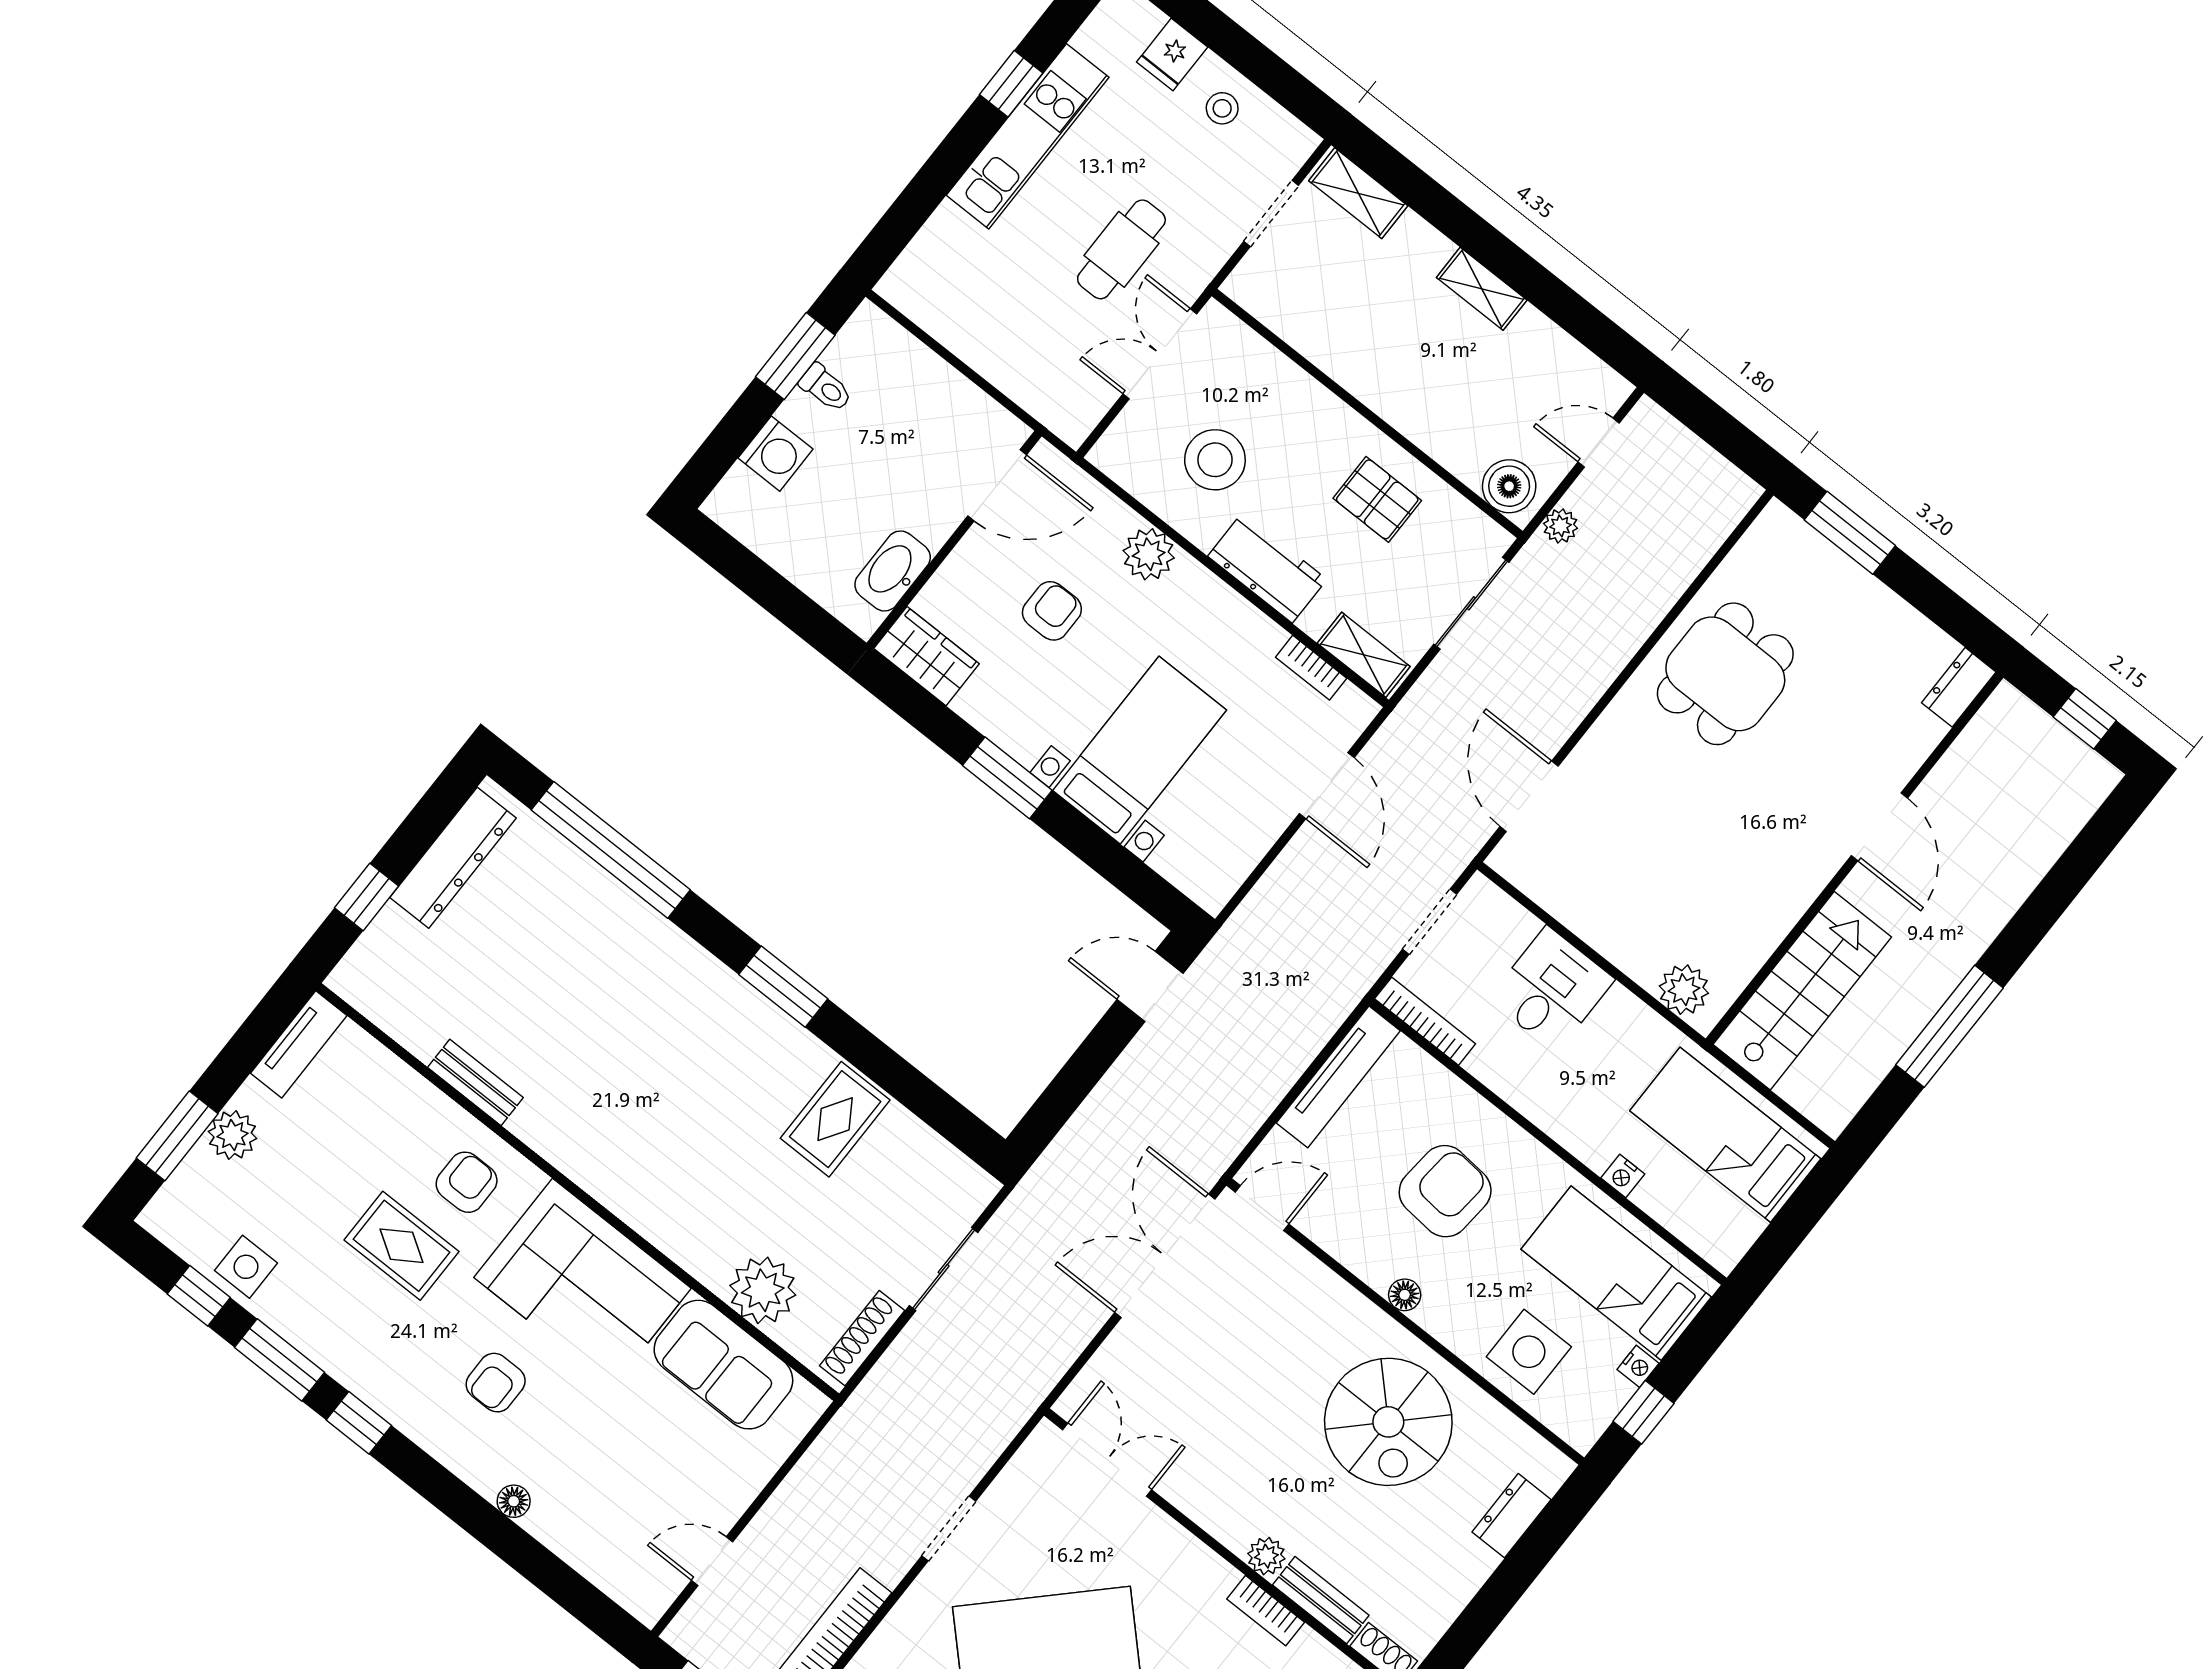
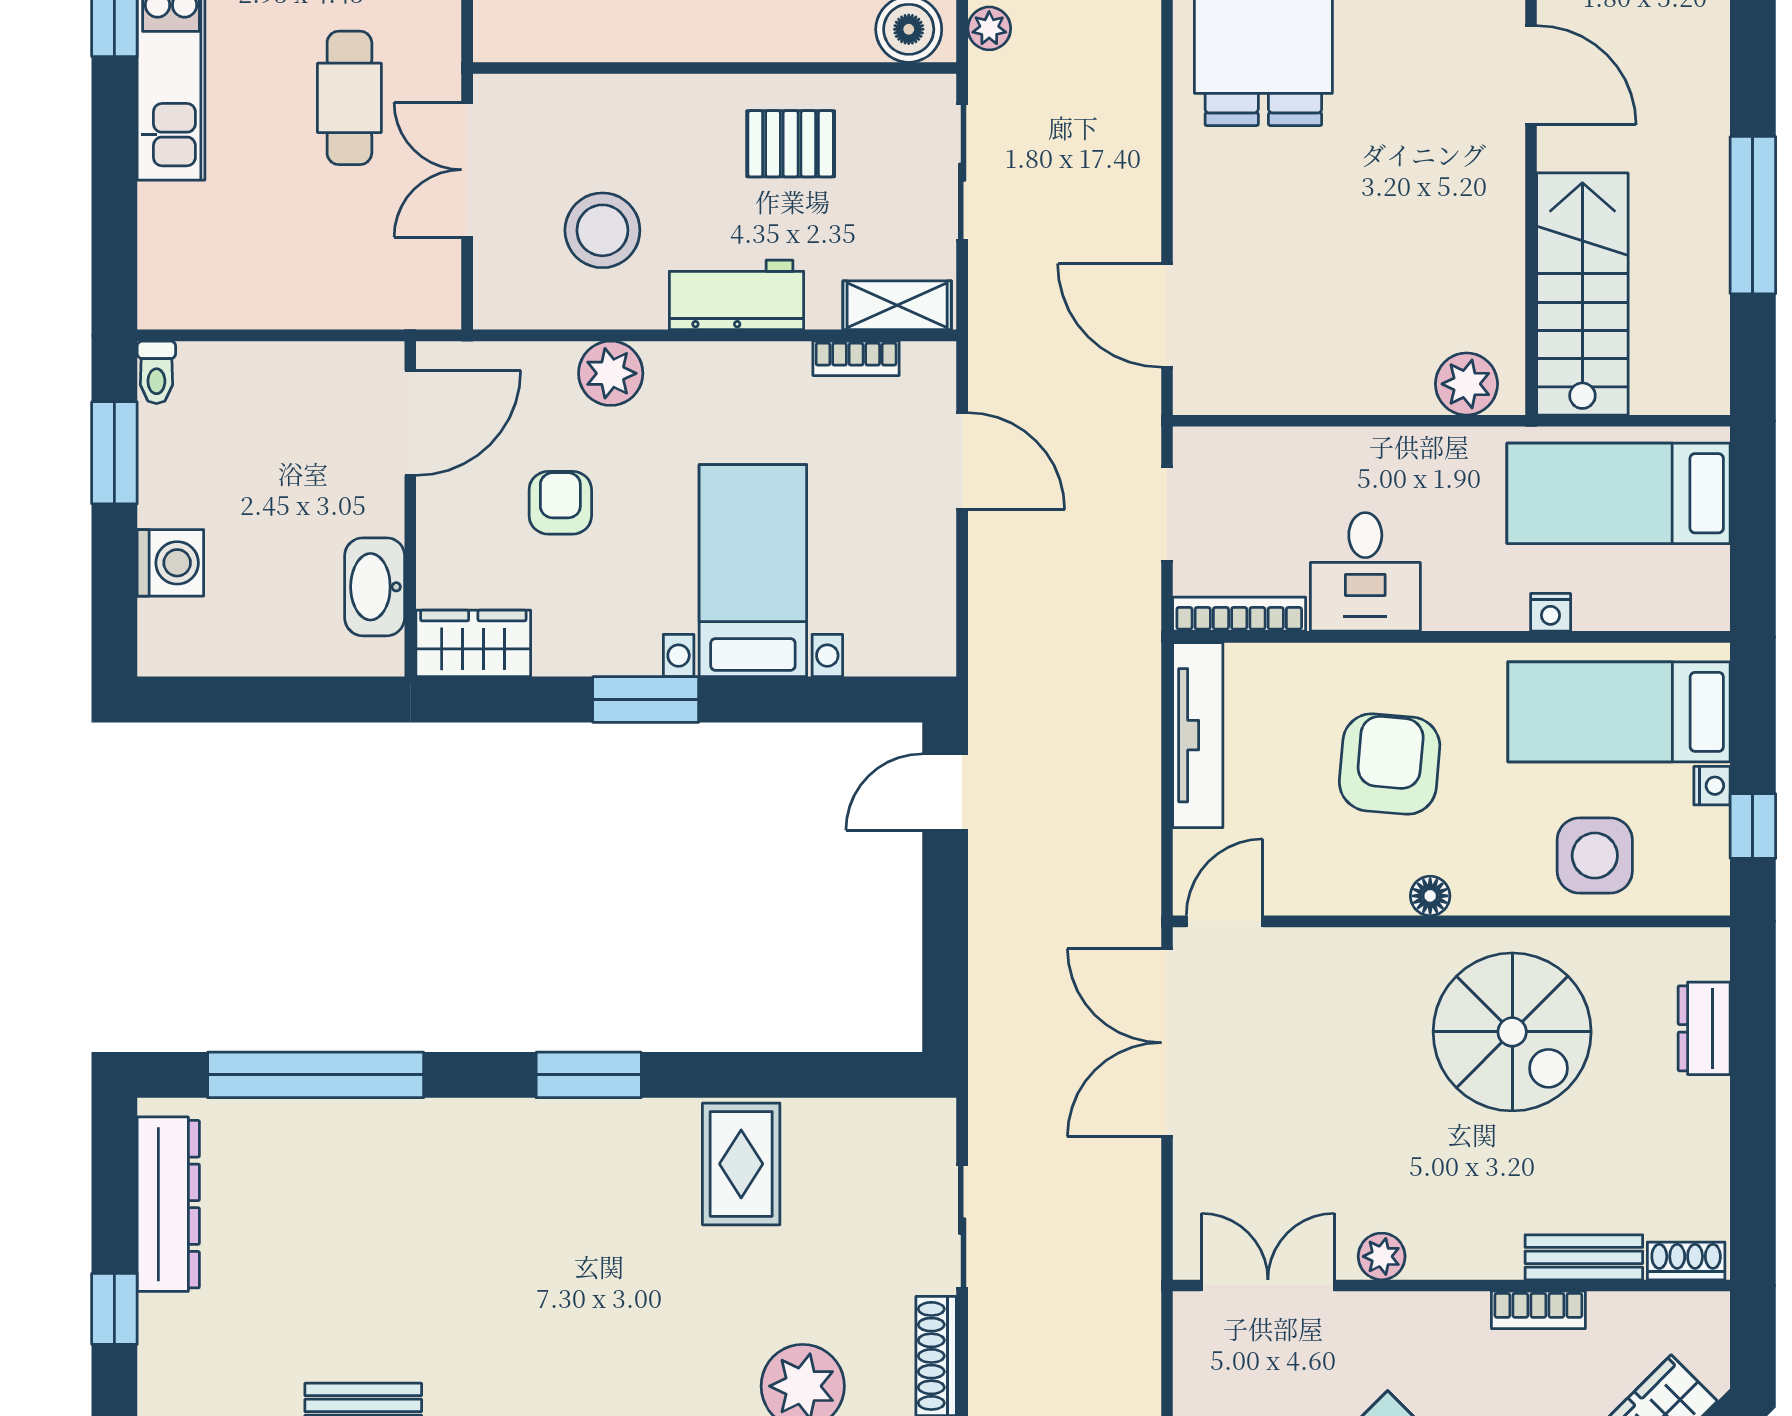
toilet: (826, 388) -> (156, 372), moved, turned 90
desk: (1551, 989) -> (1365, 572), moved, turned 180
plant: (1266, 1556) -> (1382, 1256), moved

